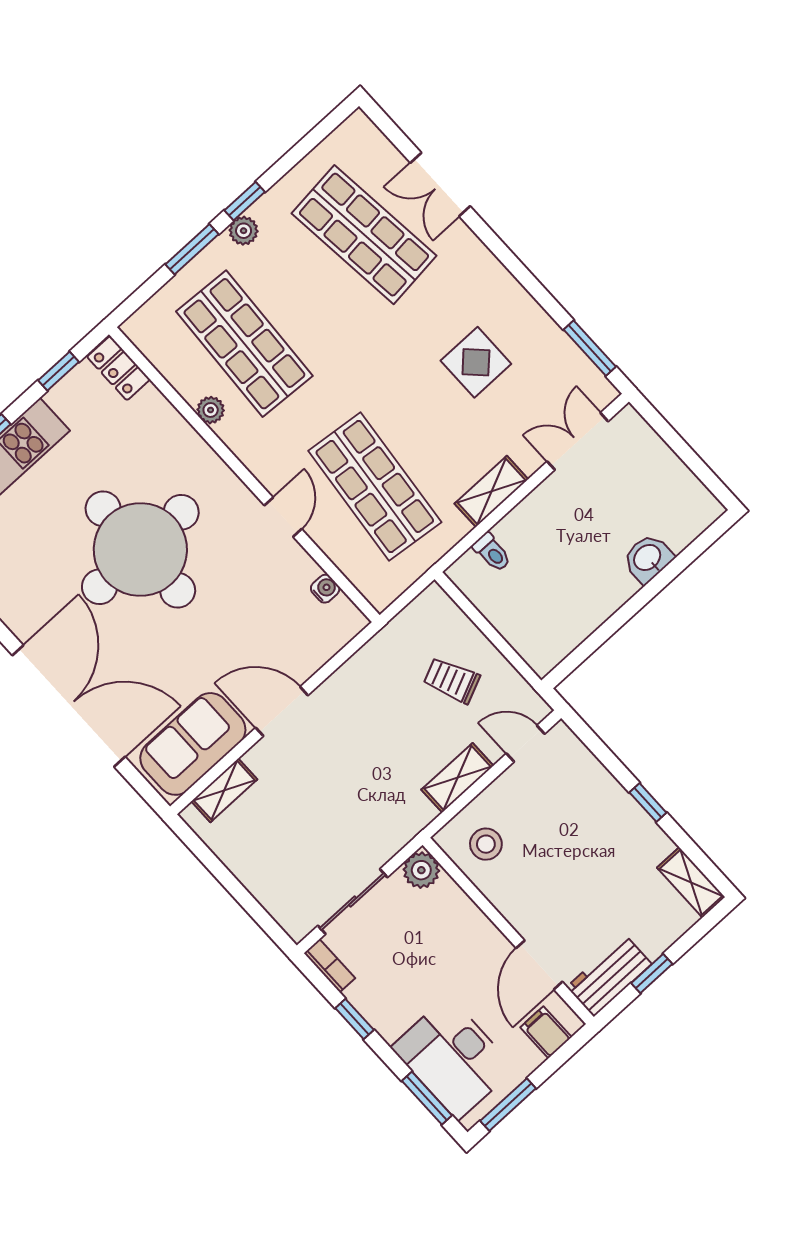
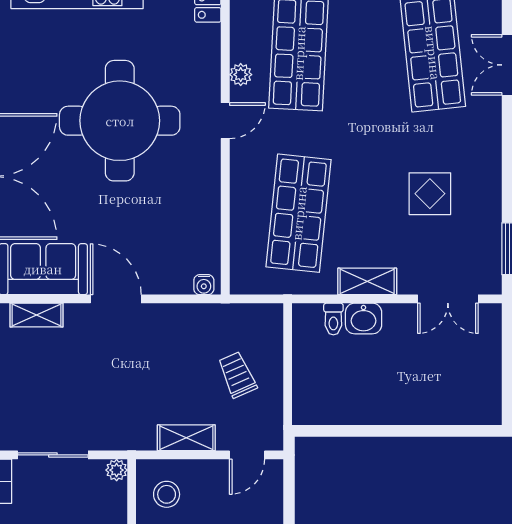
double door: (578, 441) -> (448, 299), swing flipped
door: (283, 517) -> (225, 121), moved
washbasin: (648, 558) -> (364, 319), moved, turned 180
water cooler: (325, 589) -> (204, 285), moved, turned 90
door: (526, 744) -> (247, 455), swing flipped
plant: (421, 870) -> (117, 470), width x0.73, depth x0.73

